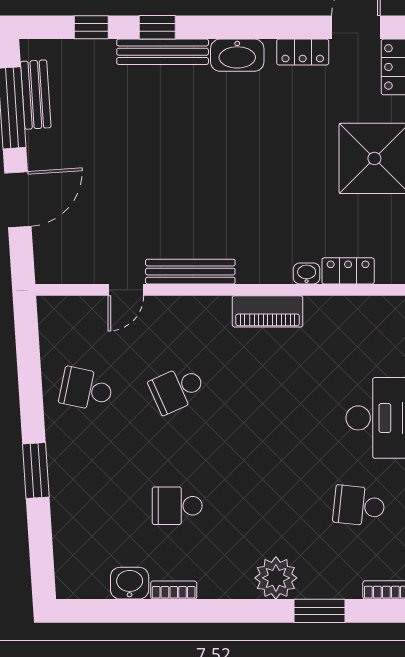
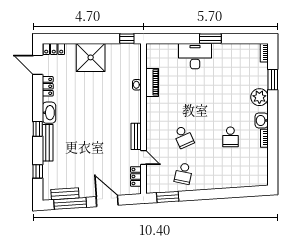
window: (157, 27) -> (38, 129), moved
locker: (348, 271) -> (136, 176), moved
bench: (190, 272) -> (136, 136), width x0.73
piano: (268, 311) -> (152, 82), moved
window: (36, 470) -> (168, 197), moved
school desk: (359, 506) -> (230, 64), removed
washbasin: (130, 583) -> (262, 120), moved

